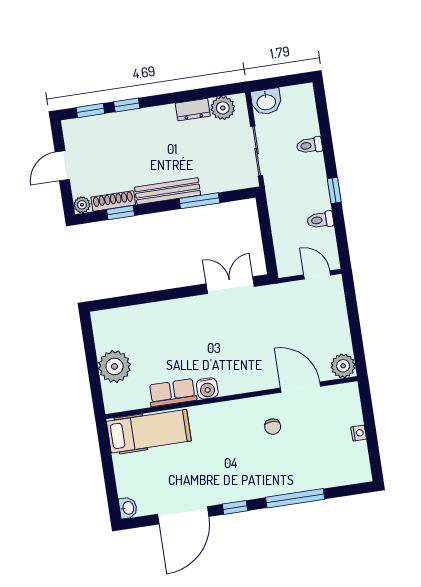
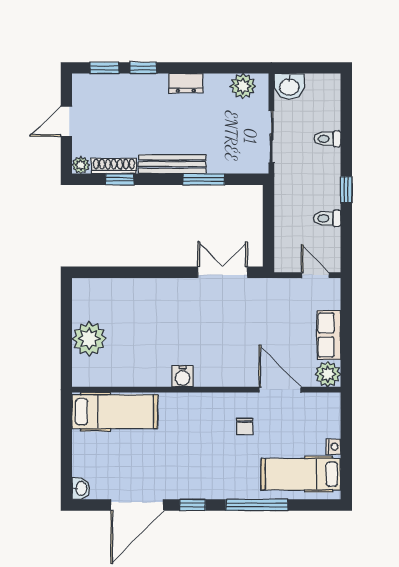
dresser: (193, 110) -> (186, 83), moved
row of seats: (172, 393) -> (329, 335), moved, turned -90
hospital bed: (332, 463) -> (301, 474), added

